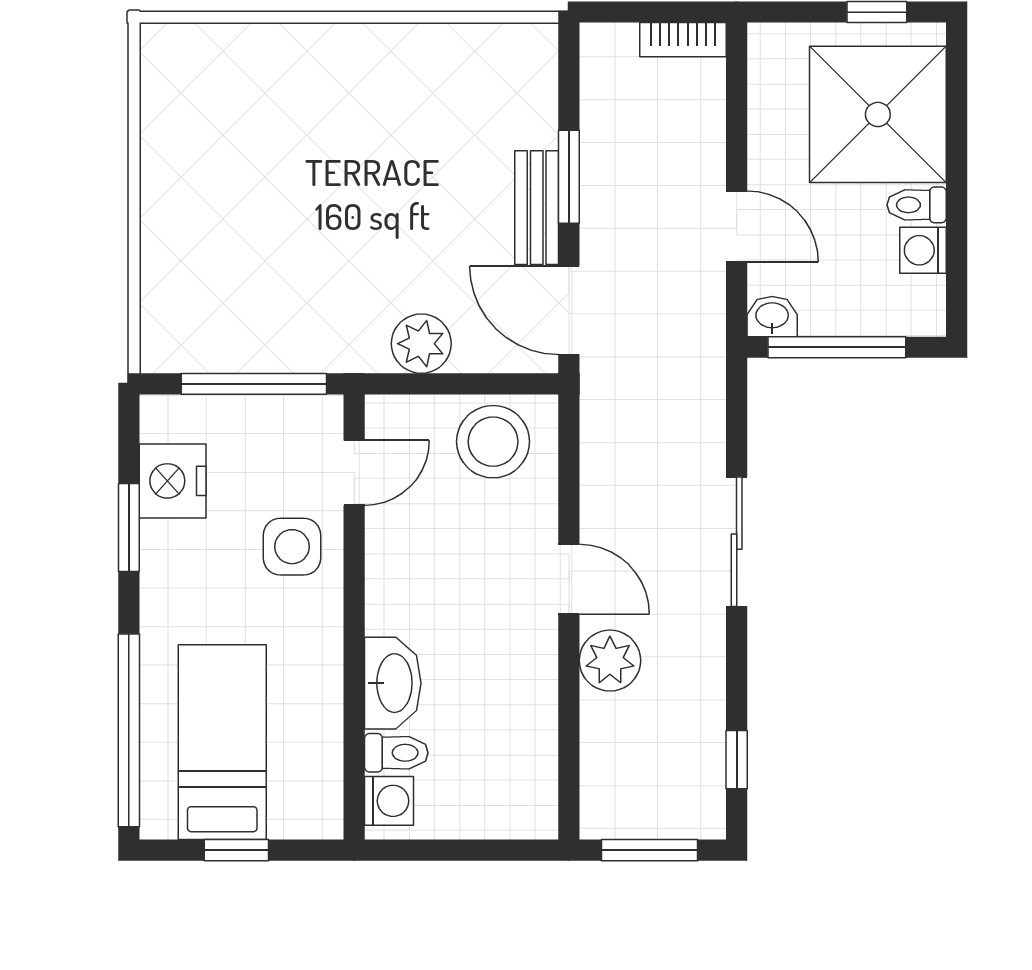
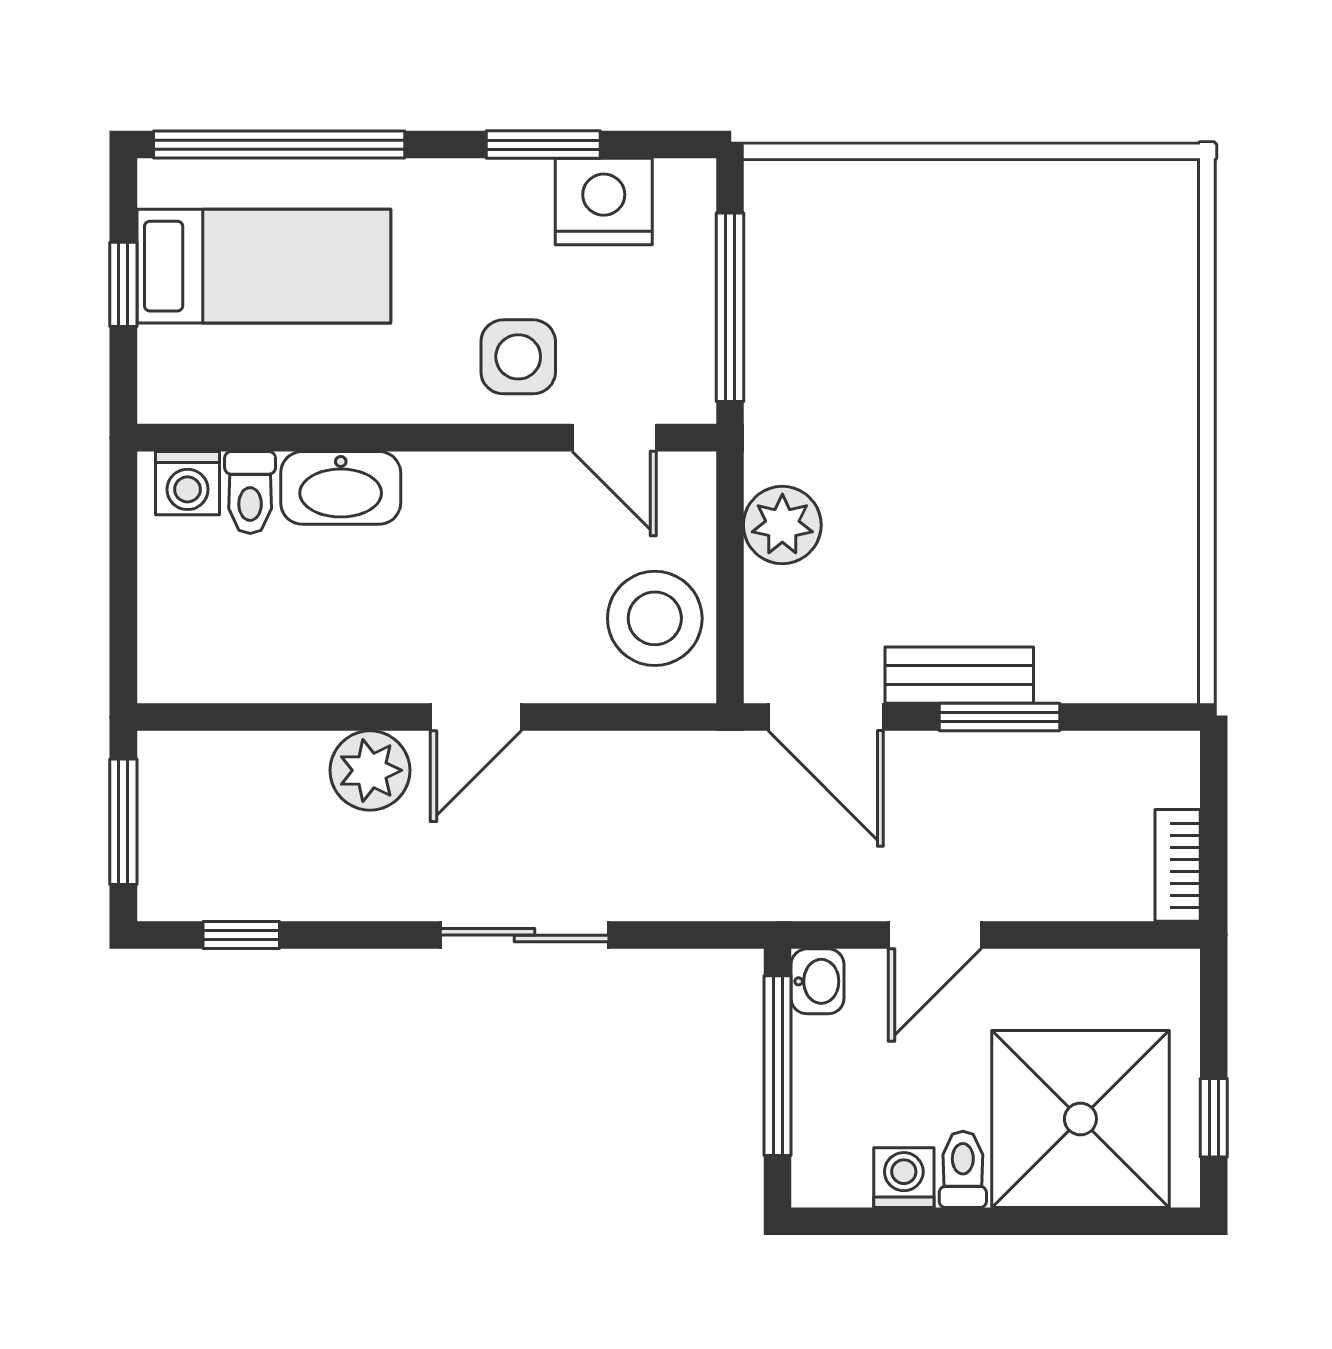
door: (569, 310) -> (826, 717), swing flipped

